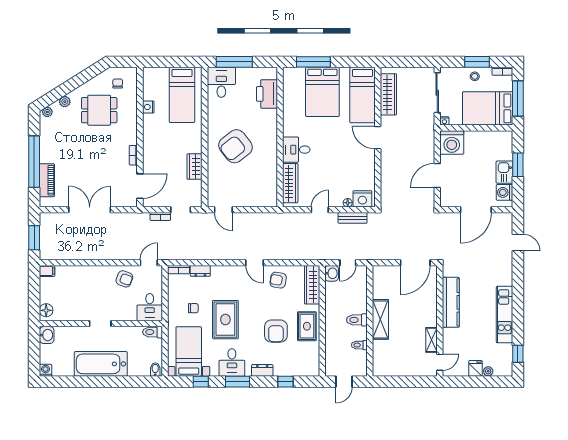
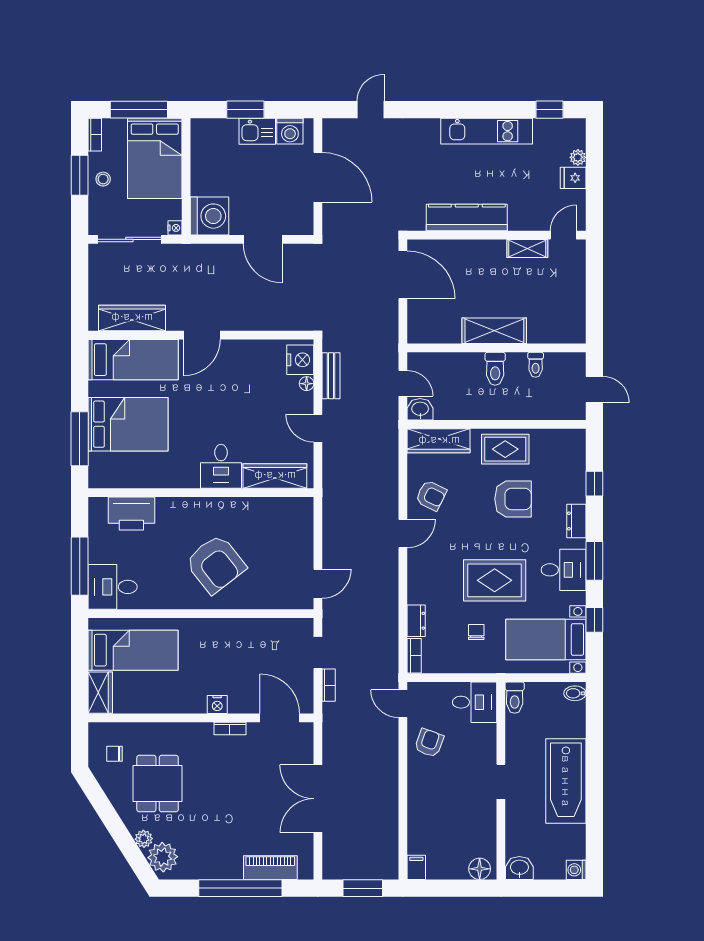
nightstand: (148, 107) -> (217, 705), moved
plant: (47, 112) -> (163, 857), width x1.88, depth x1.88
wardrobe: (195, 167) -> (100, 693), moved, turned -90
armchair: (278, 280) -> (431, 495), turned -74
door: (440, 362) -> (563, 235), hinge flipped

